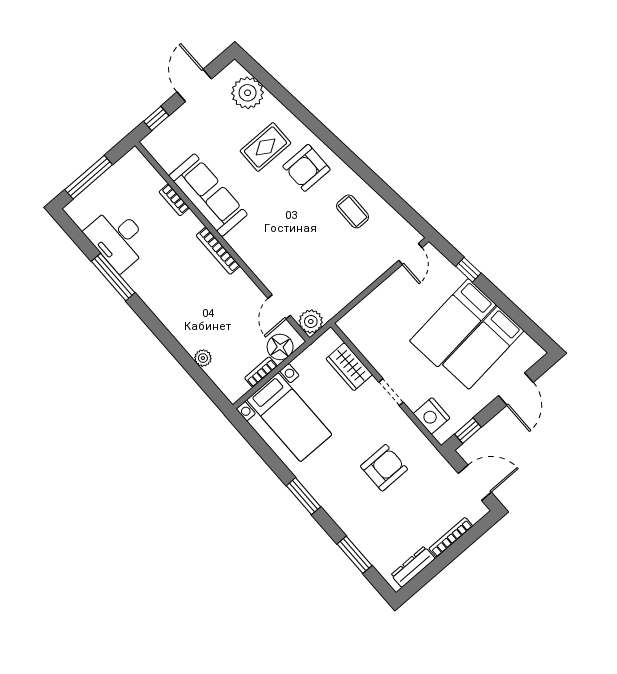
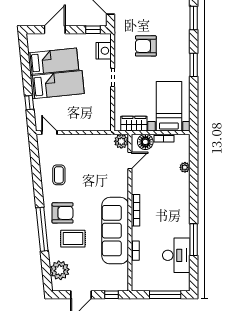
window: (314, 125) -> (42, 229), added
sofa: (208, 195) -> (115, 231), width x1.36, depth x1.27
door: (410, 254) -> (49, 133), hinge flipped
wardrobe: (349, 367) -> (134, 124), moved, turned -90

